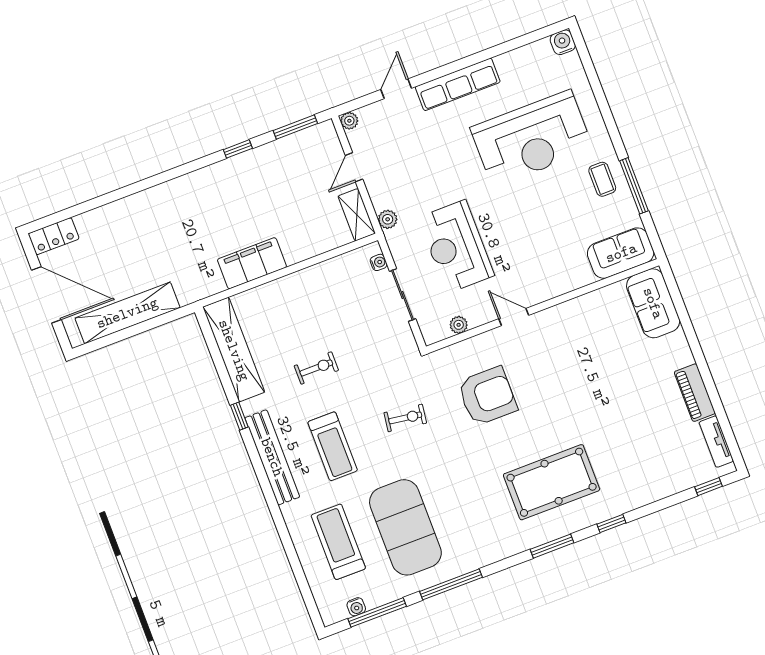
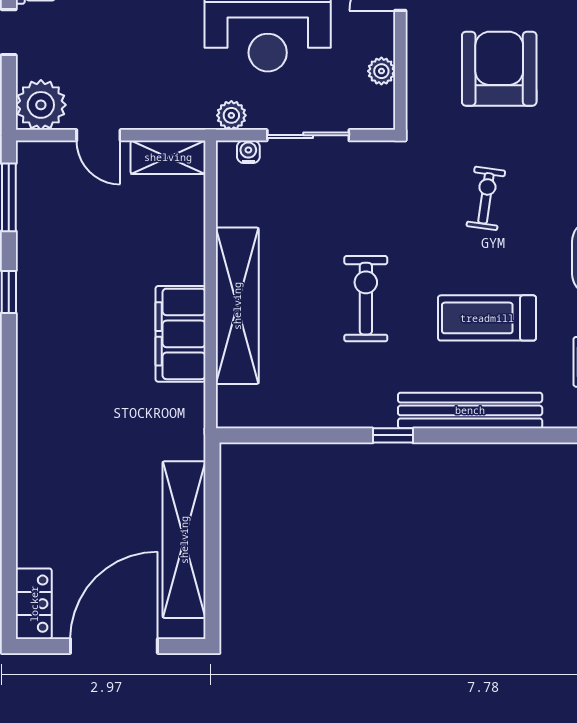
plant: (349, 121) -> (41, 105), width x1.87, depth x1.87
plant: (388, 219) -> (231, 115), moved
shelving: (234, 350) -> (237, 306), moved, turned 90
exercise bike: (316, 368) -> (366, 299), width x1.38, depth x1.39
treadmill: (333, 446) -> (487, 318), turned 180

